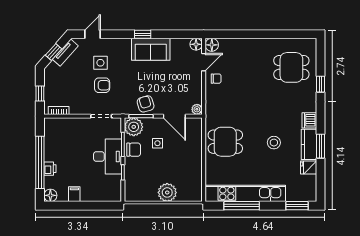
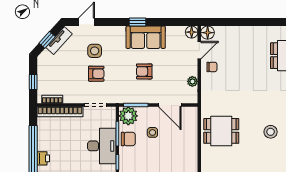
armchair: (146, 104) -> (144, 71), moved, turned -74
plant: (197, 109) -> (192, 81), moved
bookcase: (66, 123) -> (60, 112), added

